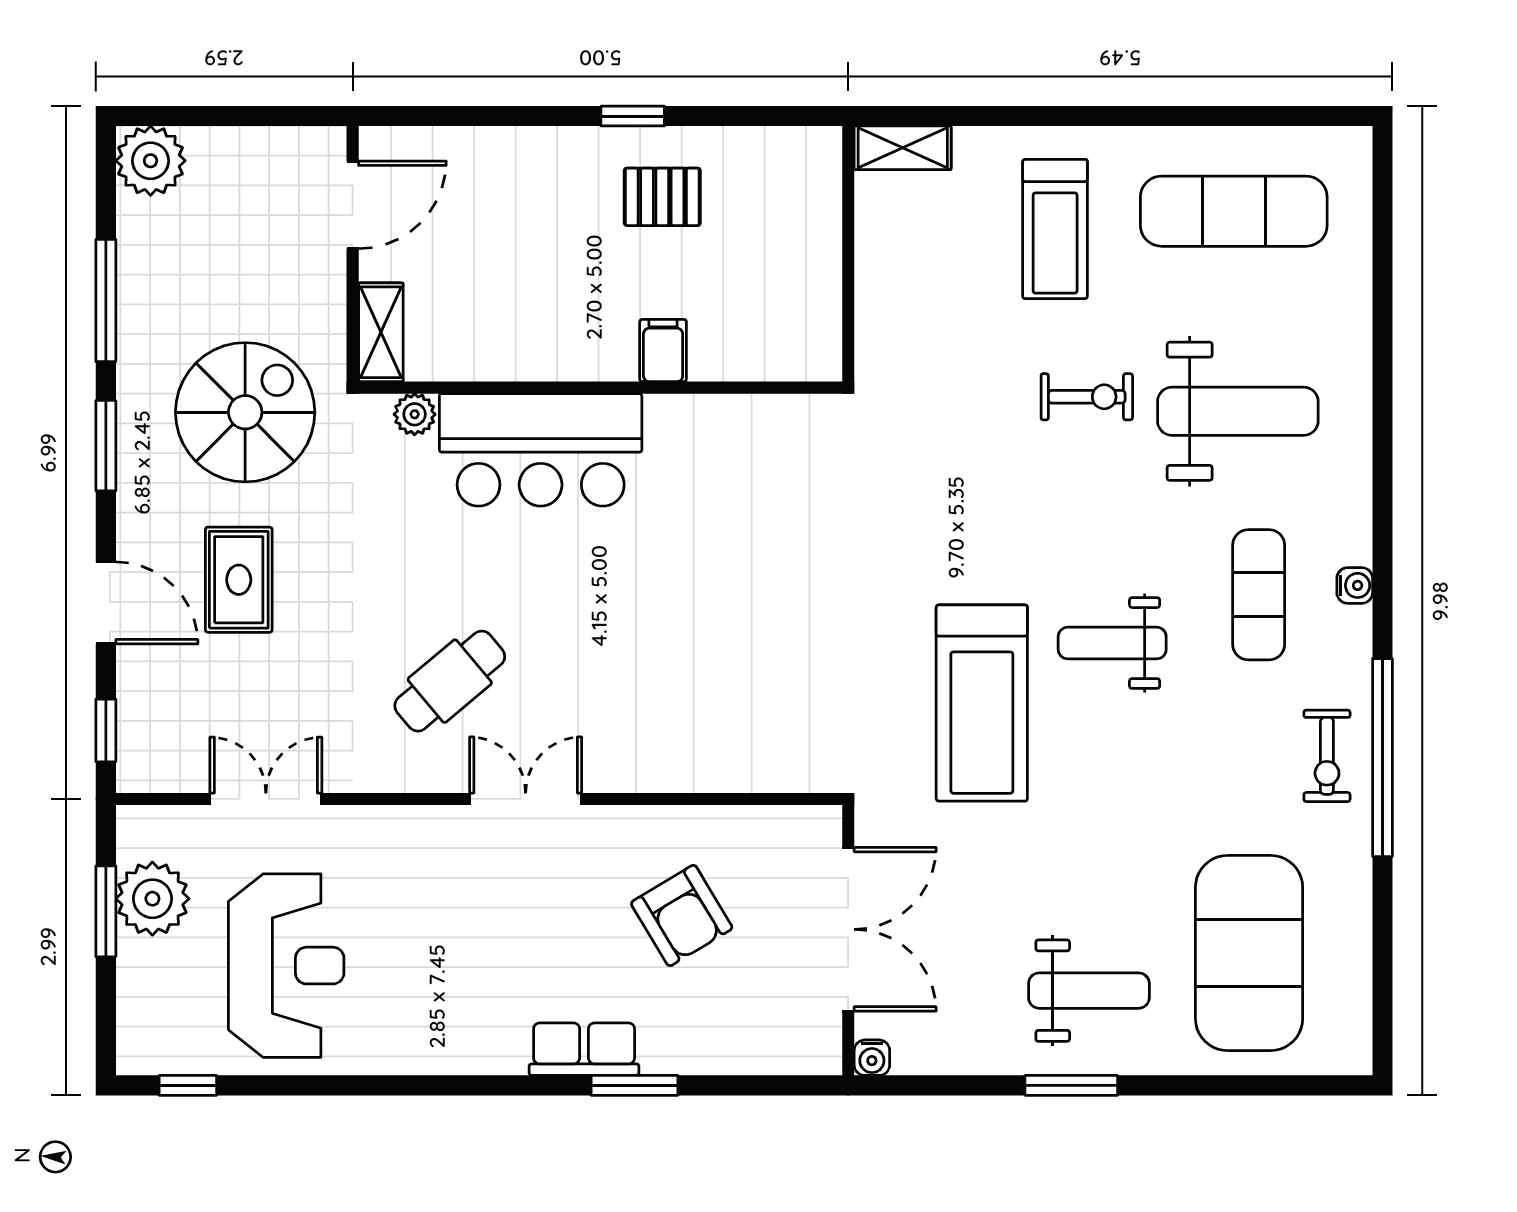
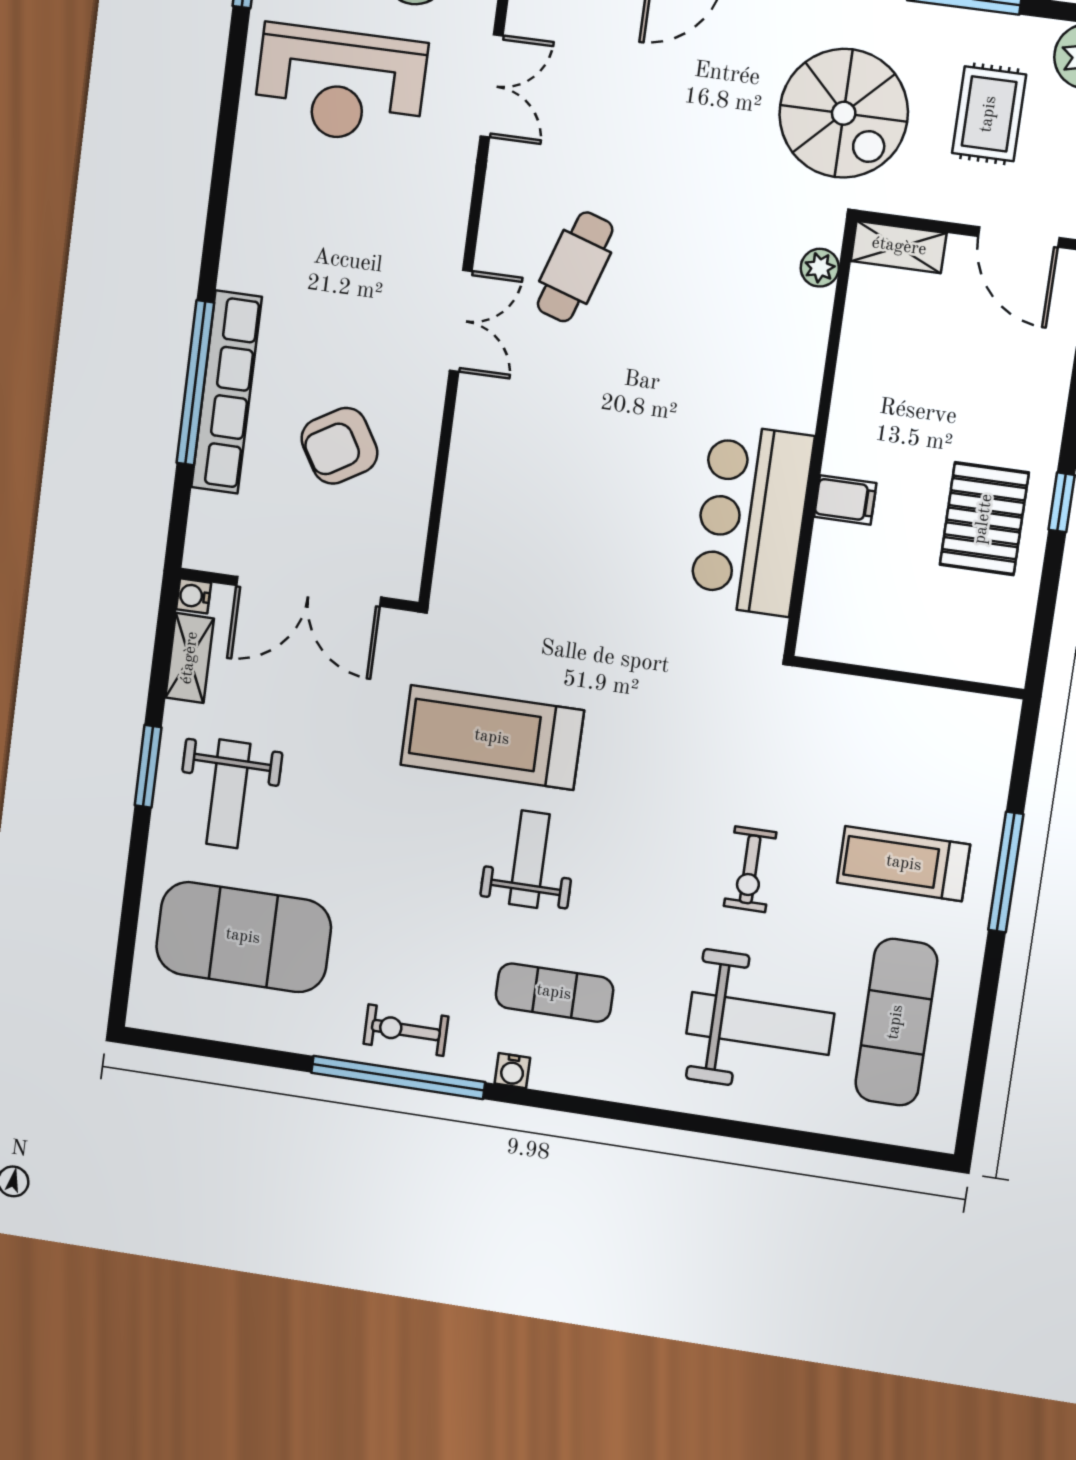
window: (1048, 116) -> (1006, 872), added
shelving: (903, 148) -> (190, 658), moved
pallet: (662, 197) -> (984, 519), width x1.50, depth x1.42
weight bench: (1238, 411) -> (760, 1024), moved, turned -90
bar counter: (541, 450) -> (751, 520), moved
rug: (239, 580) -> (989, 114), moved, turned 90
water cooler: (1355, 585) -> (512, 1071), moved
cafe table: (450, 681) -> (575, 267), turned 58
row of seats: (584, 1049) -> (226, 392), width x2.02
window: (634, 1085) -> (195, 383), width x2.11

